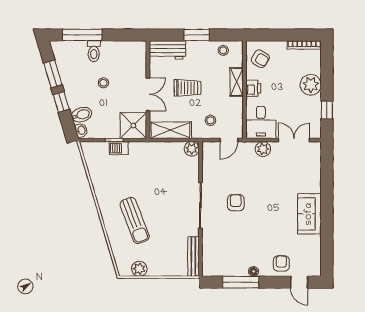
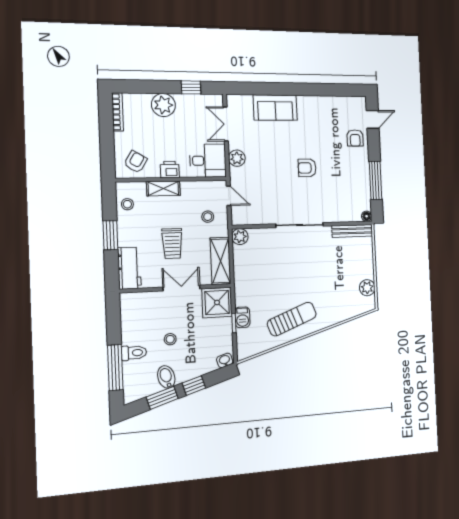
trolley: (188, 88) -> (172, 243), turned 180
bidet: (82, 115) -> (166, 377), moved
armchair: (236, 203) -> (307, 168), moved
sofa: (309, 214) -> (275, 108), moved
sun lounger: (135, 220) -> (292, 319), moved
armchair: (281, 264) -> (355, 138), turned -90
floor lamp: (254, 271) -> (367, 216), moved

